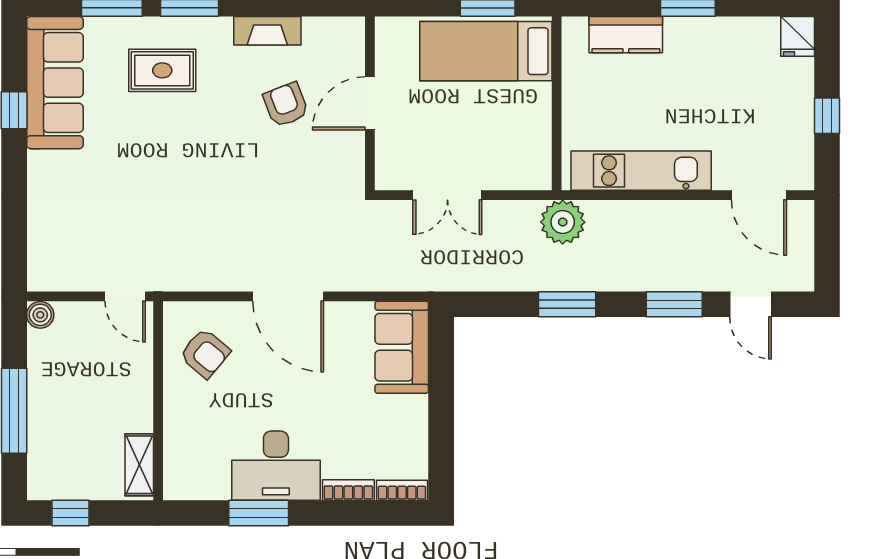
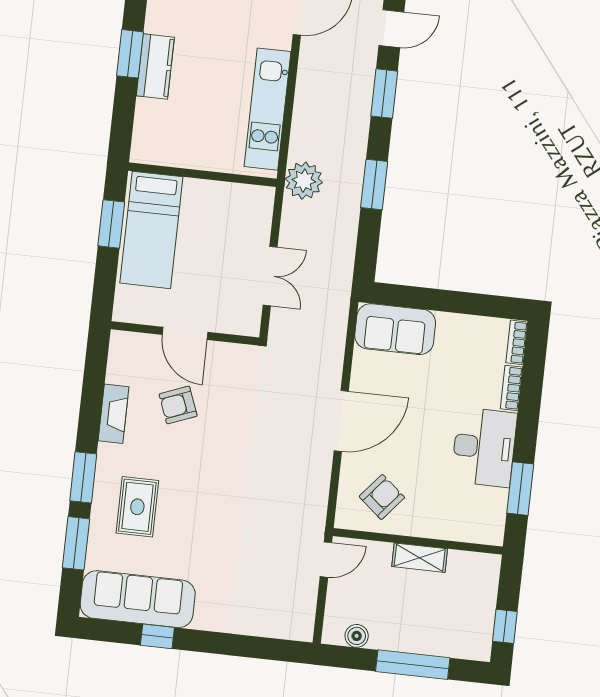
kitchen counter: (626, 35) -> (155, 67), moved
boiler: (40, 315) -> (357, 636), moved
shelving: (139, 465) -> (420, 558), moved
window: (259, 513) -> (520, 489), moved

